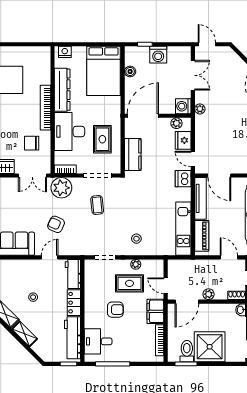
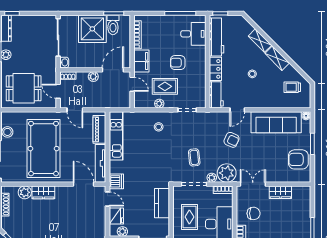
plant: (78, 183) -> (212, 178), added

